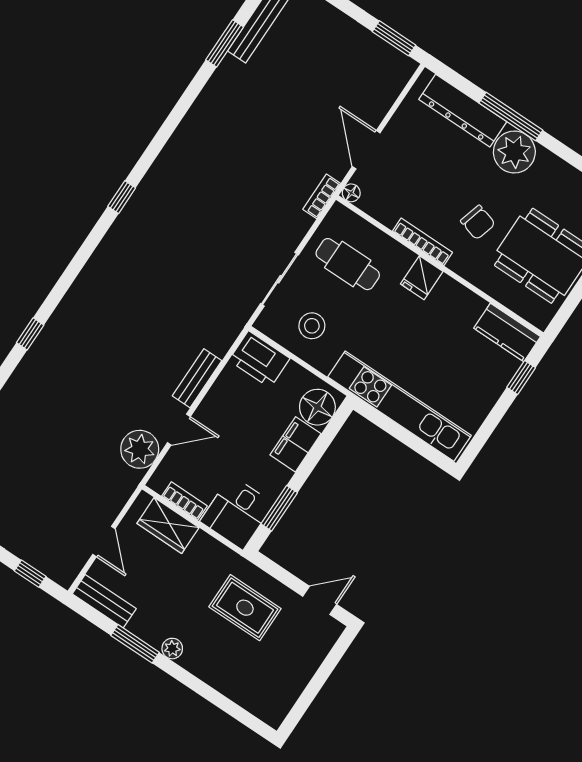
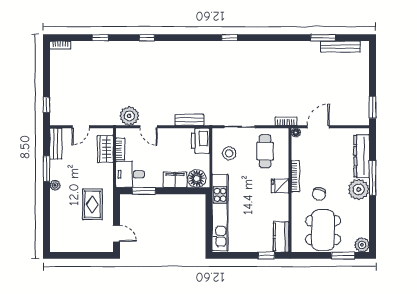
bench: (197, 378) -> (189, 120), moved

